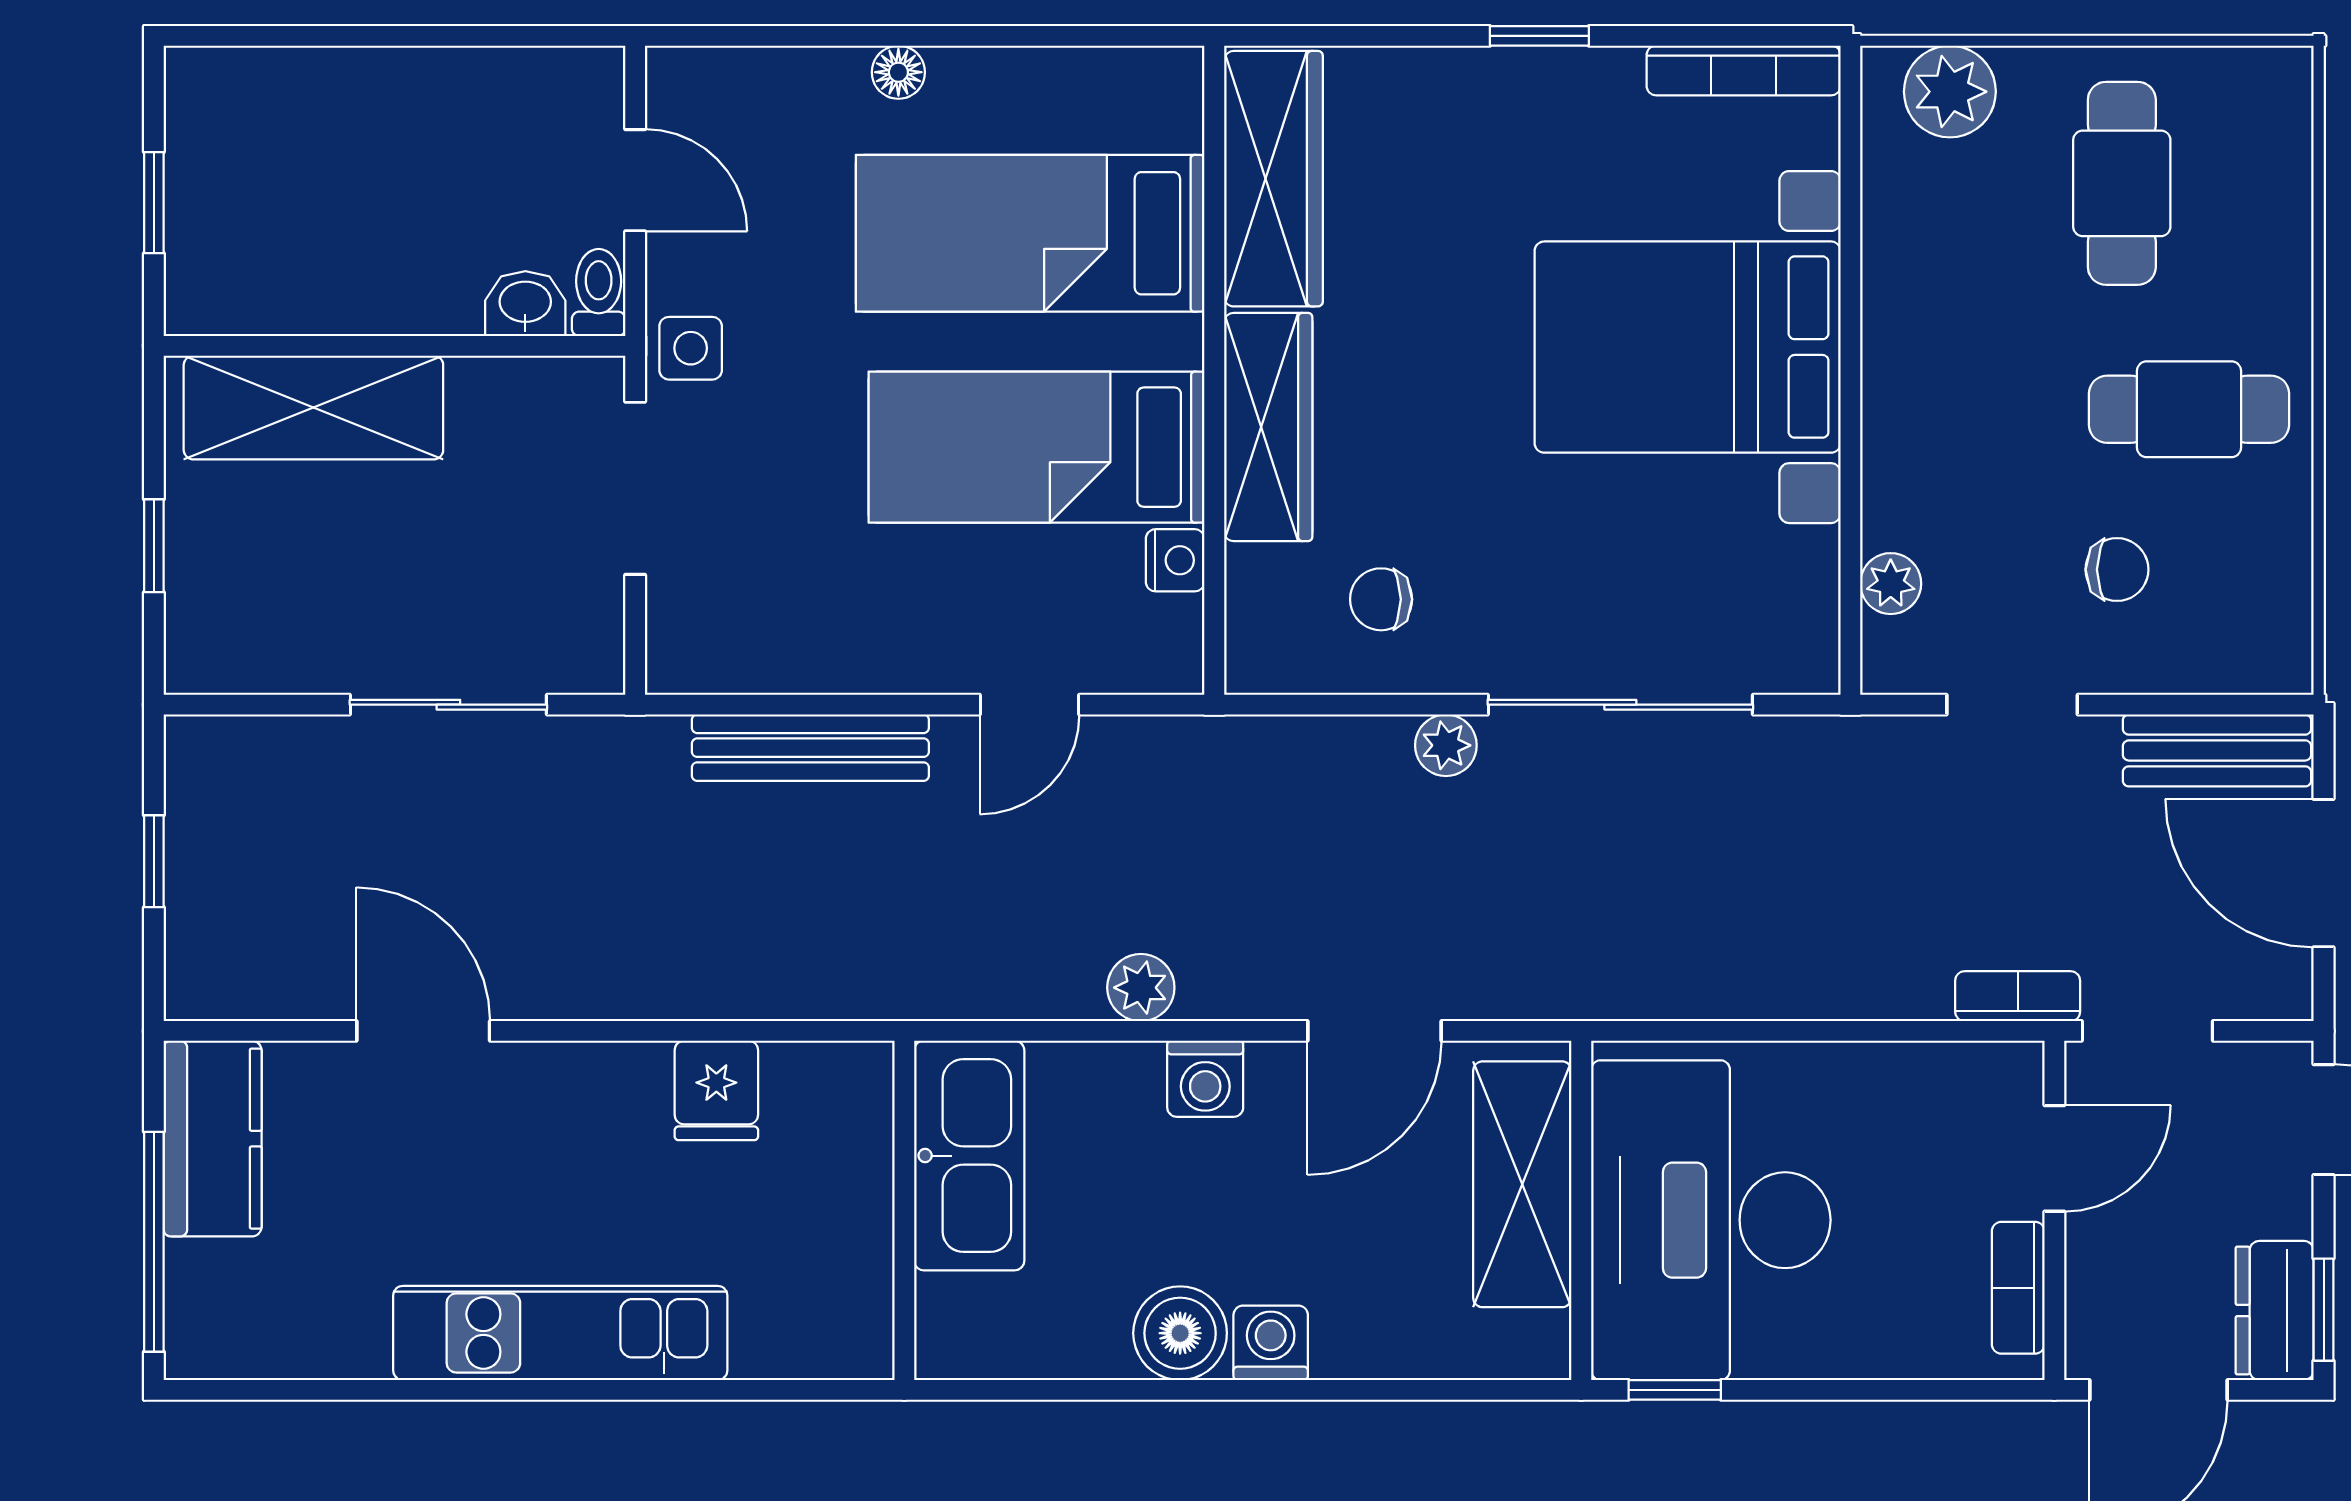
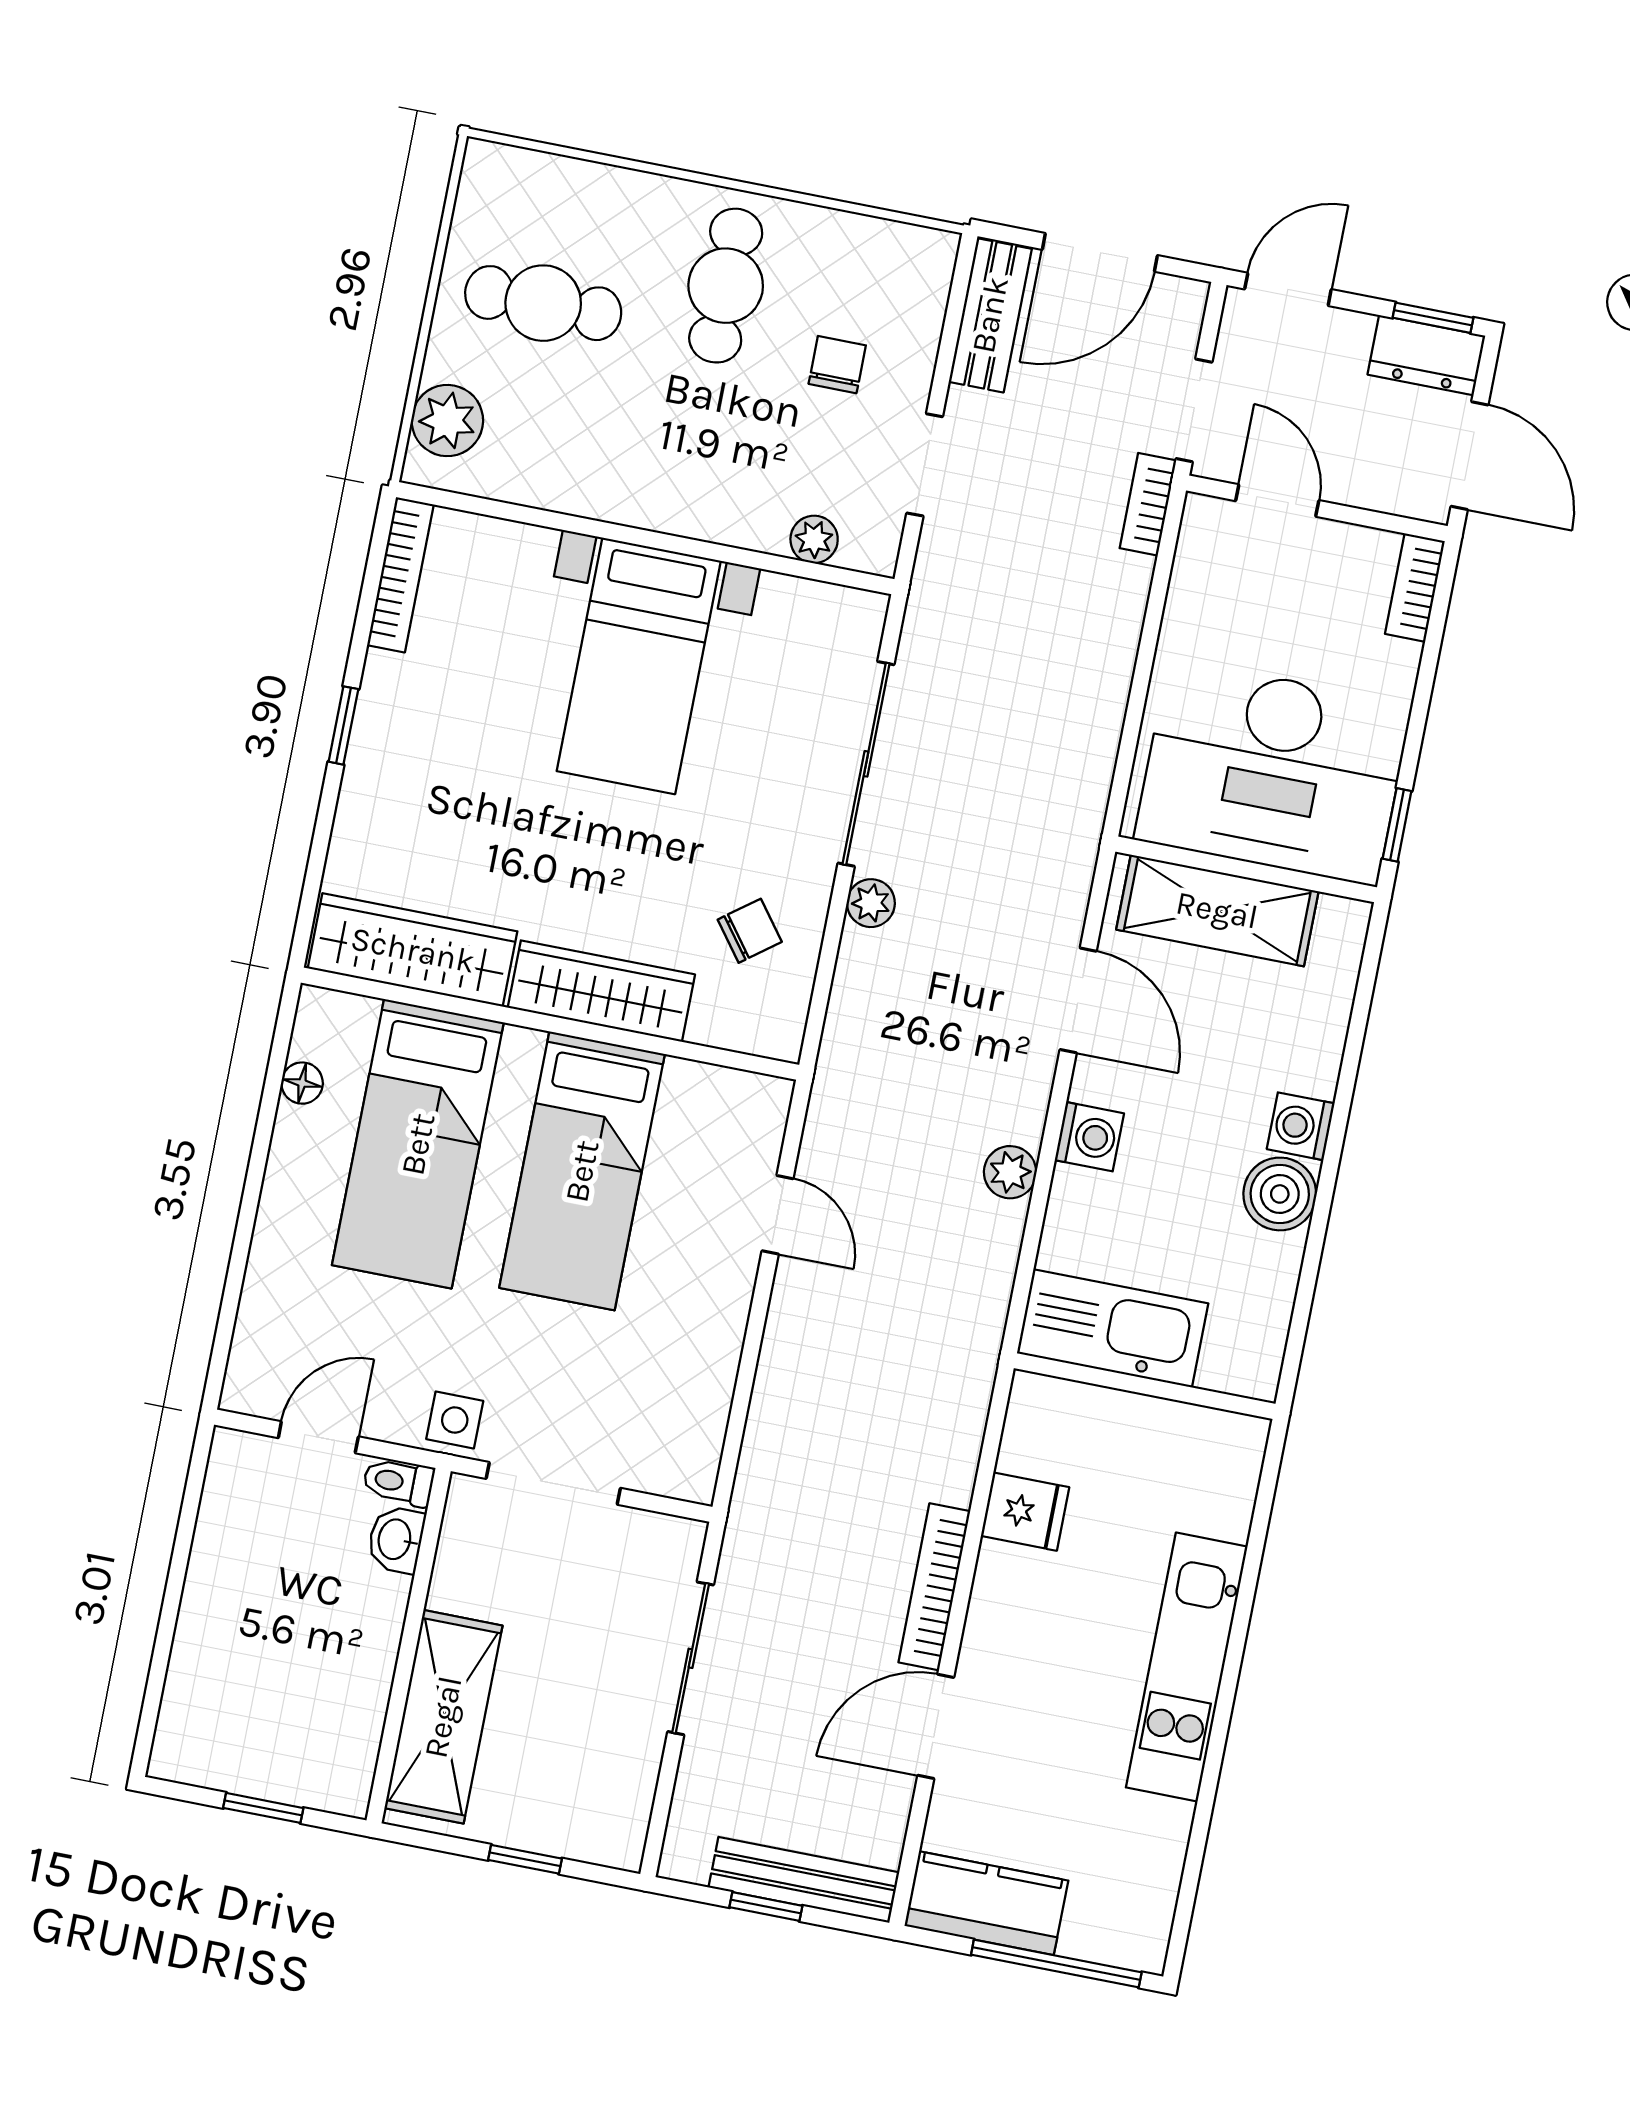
floor lamp: (898, 72) -> (302, 1083), moved
bed with nightstands: (1688, 347) -> (639, 666), width x0.73
nightstand: (1175, 560) -> (689, 1082), removed
chair: (1381, 599) -> (750, 931), turned -127
bench: (810, 748) -> (804, 1880), moved, turned 90
bookcase: (599, 994) -> (934, 1587), added
bookcase: (2018, 1288) -> (1415, 588), moved, turned 90

